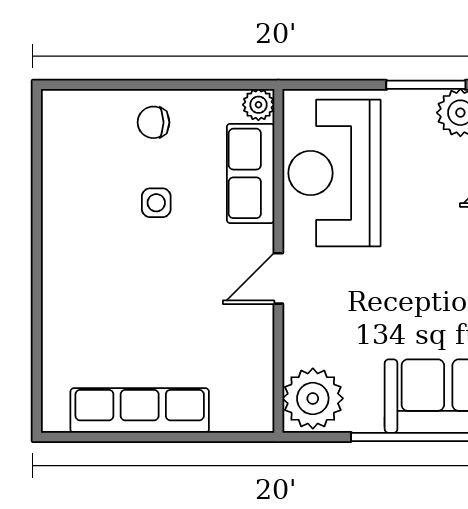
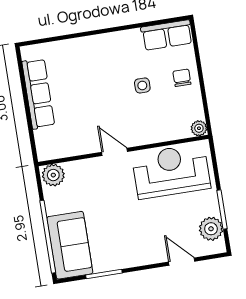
row of seats: (251, 173) -> (167, 35), moved, turned 180
plant: (313, 398) -> (53, 175), width x0.73, depth x0.73

